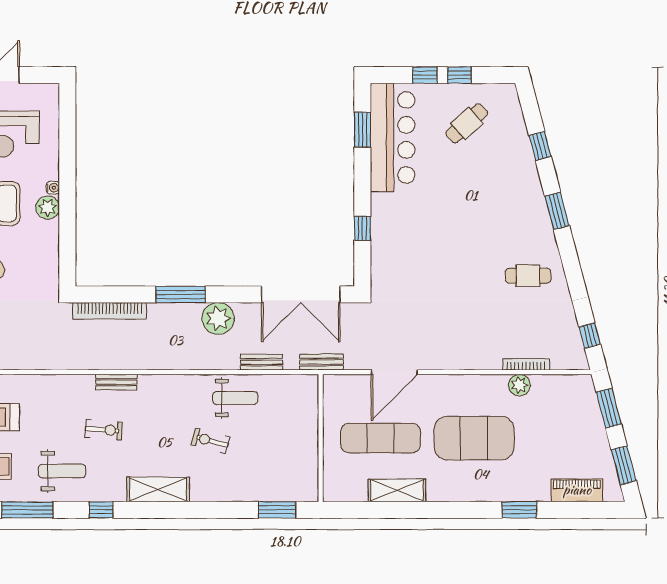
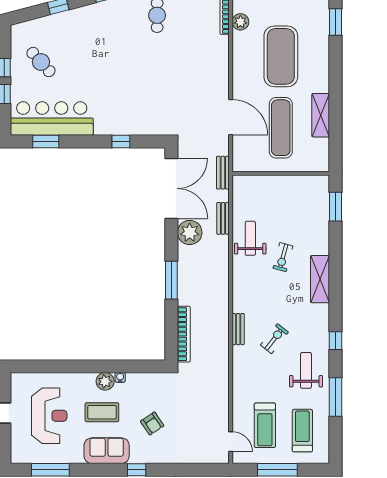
water cooler: (53, 188) -> (120, 377), moved
plant: (218, 318) -> (190, 233), moved
exercise bike: (104, 430) -> (274, 339), turned 34
shelving: (158, 489) -> (320, 279), moved

